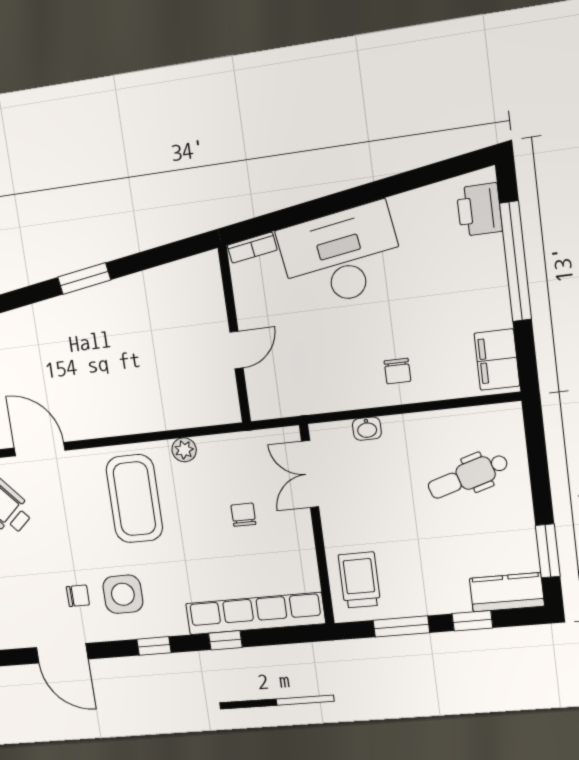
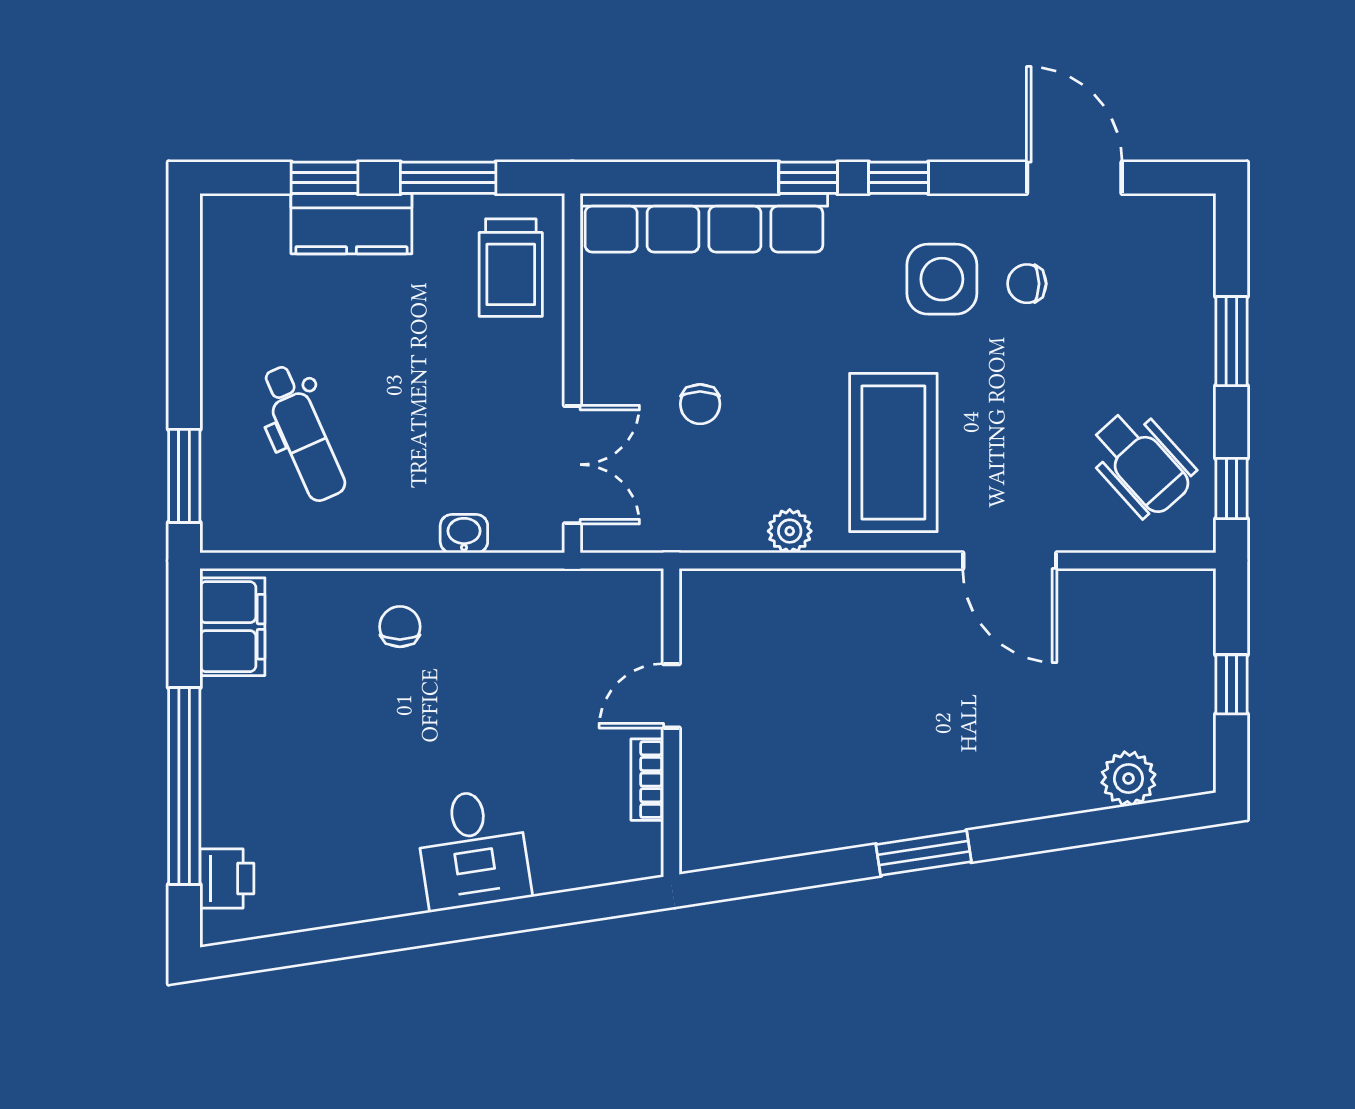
printer: (479, 210) -> (227, 879), width x0.73, depth x0.81
bookcase: (252, 248) -> (647, 780), moved, turned -81
desk: (341, 256) -> (473, 849), width x0.53, depth x0.77
door: (40, 449) -> (1010, 561), moved
dental chair: (468, 476) -> (303, 433), turned 83
window: (548, 551) -> (184, 476), moved
kitchen counter: (507, 592) -> (351, 224), moved
window: (225, 640) -> (808, 178), moved

